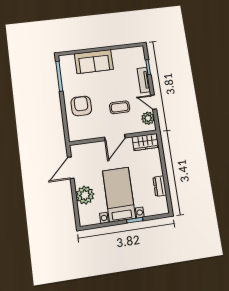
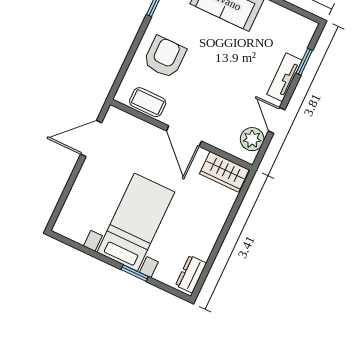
coffee table: (120, 107) -> (148, 102), moved
door: (115, 137) -> (184, 136), hinge flipped
dresser: (160, 186) -> (191, 274), moved
plant: (85, 195) -> (87, 191), removed

